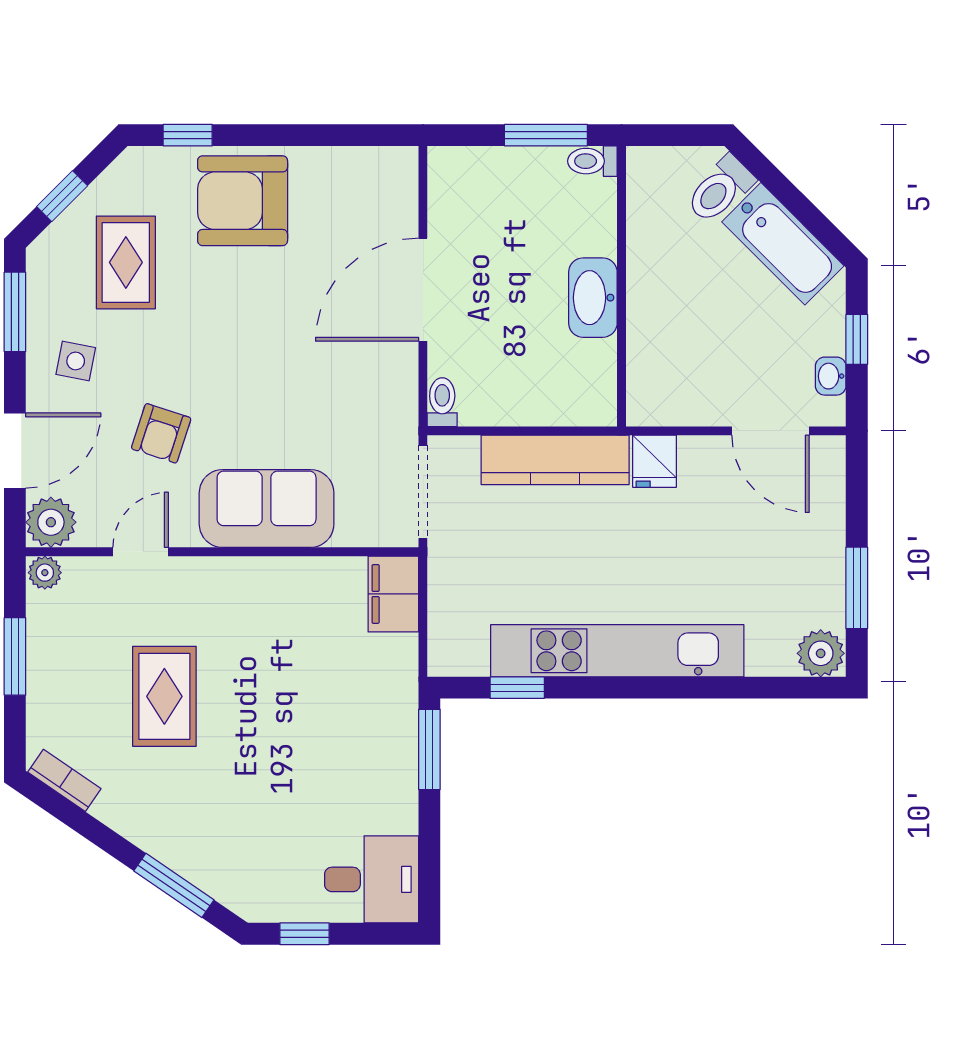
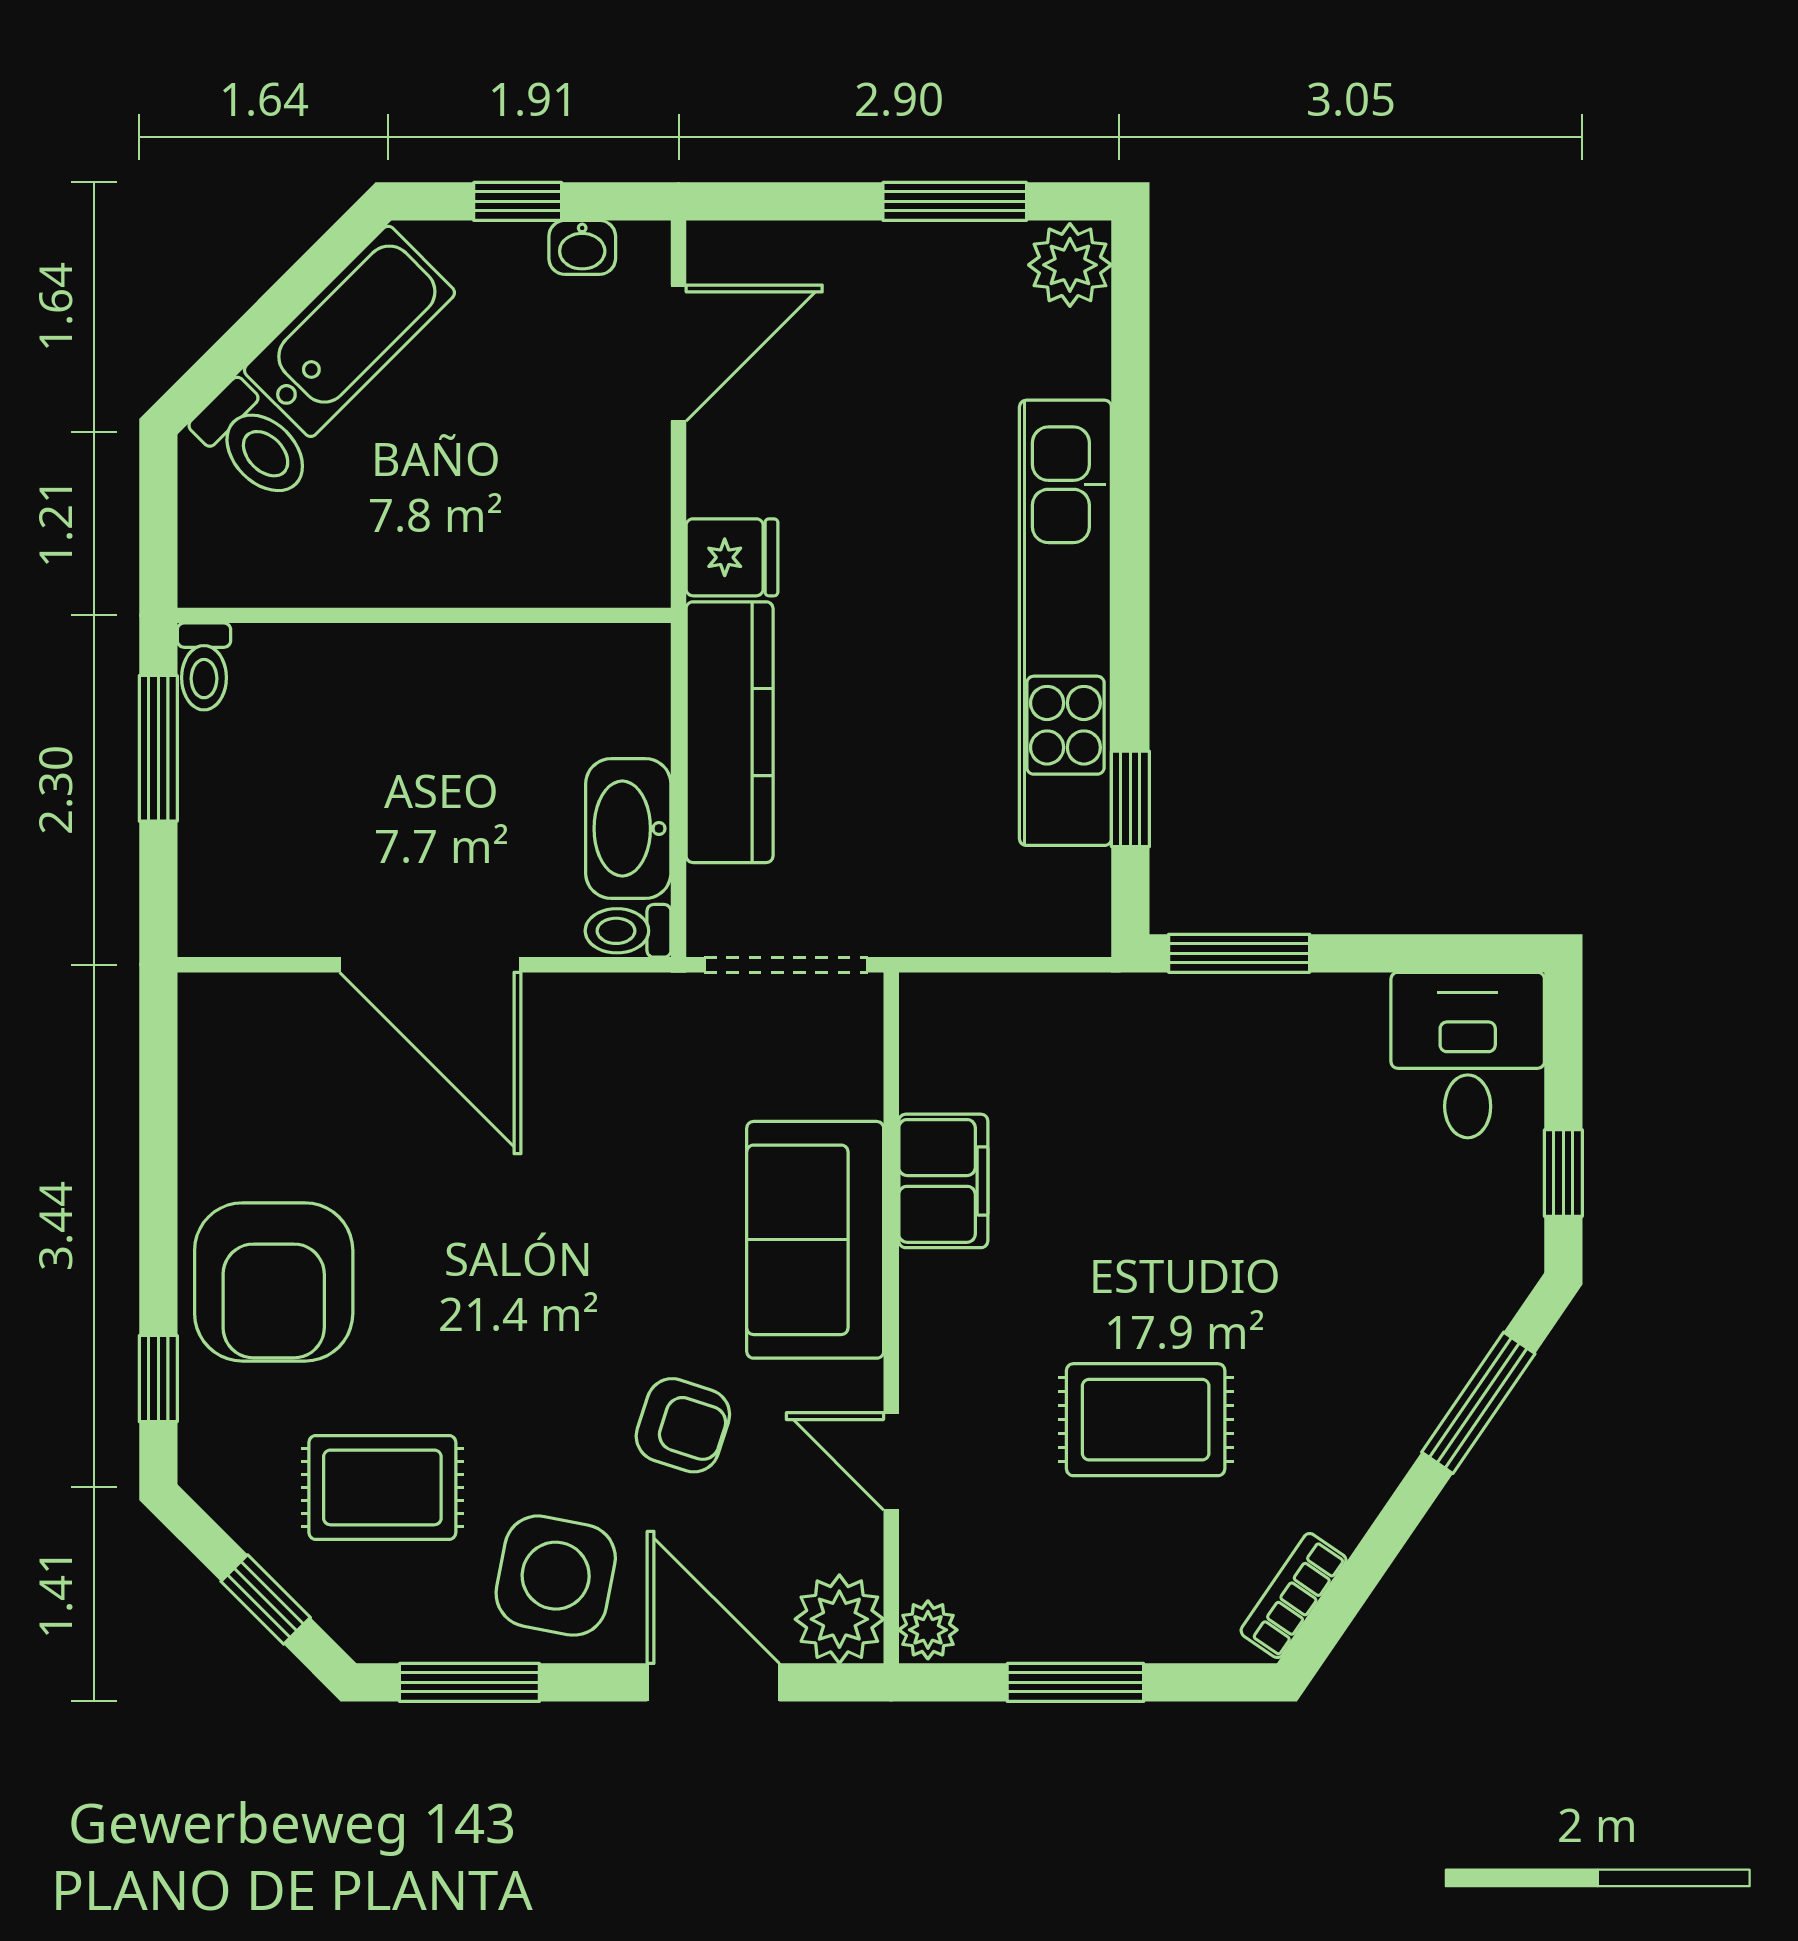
washbasin: (593, 298) -> (628, 829), moved, turned 90
side table: (76, 361) -> (556, 1576), width x1.87, depth x1.87
filing cabinet: (393, 594) -> (943, 1181), moved, turned -90

